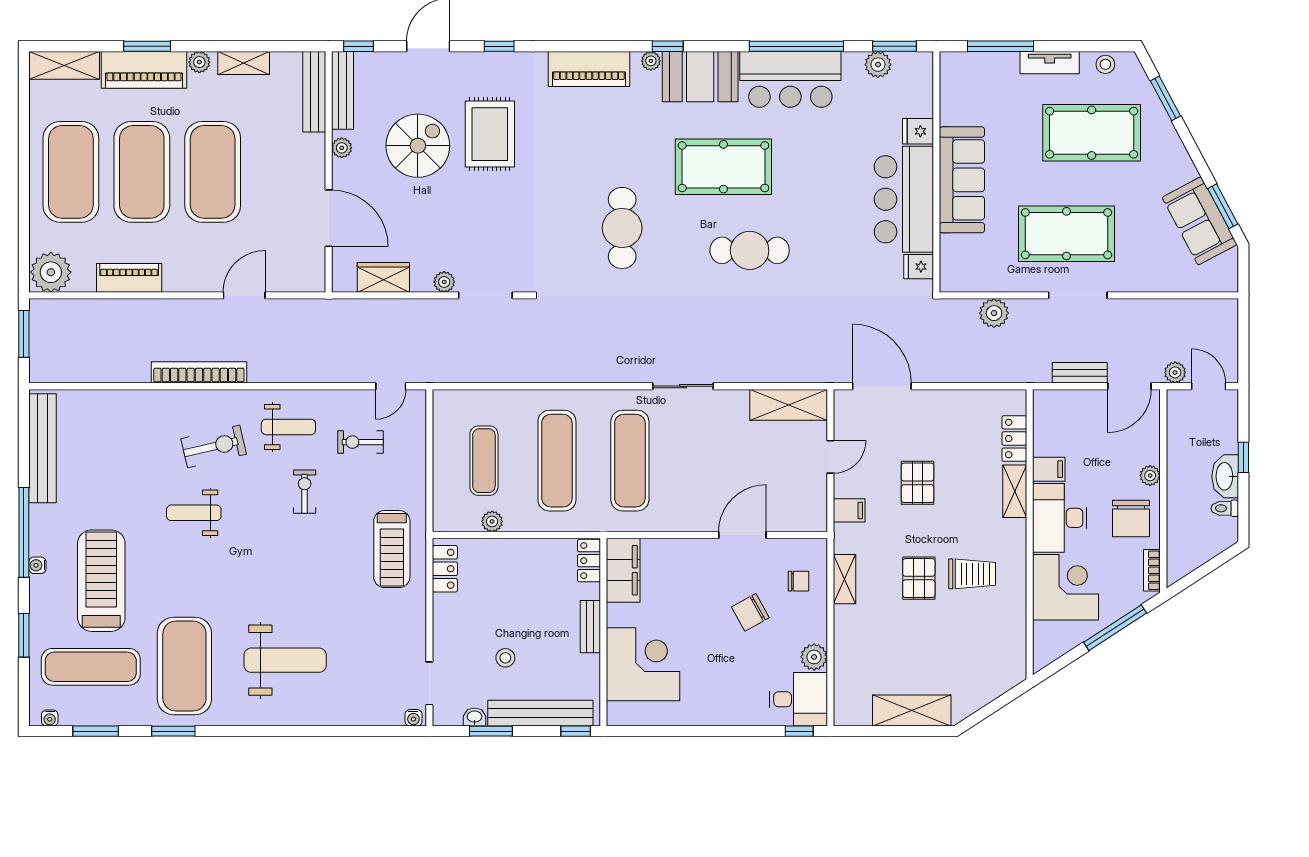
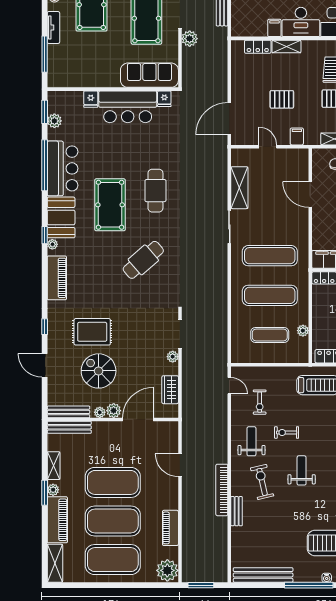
window: (147, 46) -> (45, 493), moved
window: (359, 46) -> (45, 403), removed
plant: (345, 173) -> (114, 411), added
sofa: (962, 180) -> (149, 75), moved
cafe table: (622, 228) -> (143, 260), turned -41
plant: (994, 313) -> (190, 39), moved
bench: (160, 400) -> (237, 511), added
shelving: (789, 405) -> (239, 188), moved
weight bench: (194, 513) -> (302, 470), moved, turned 180

